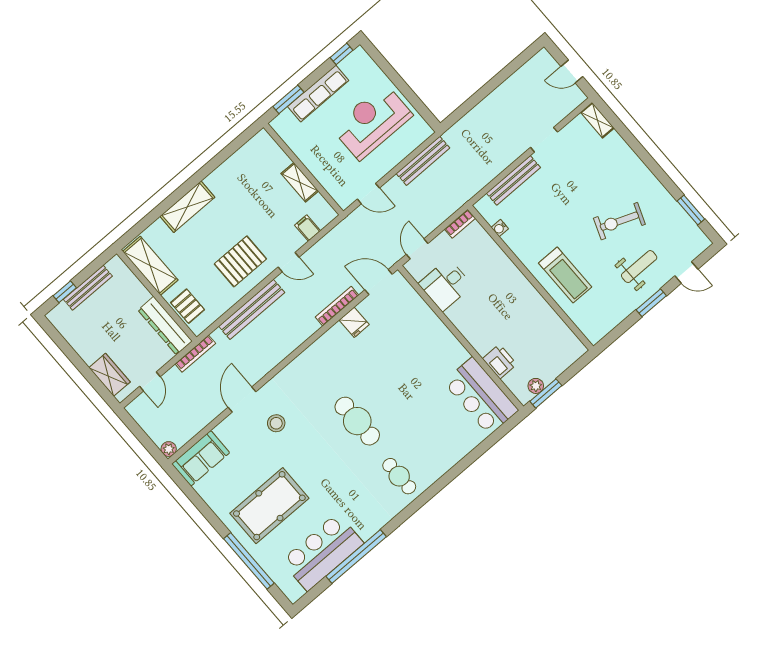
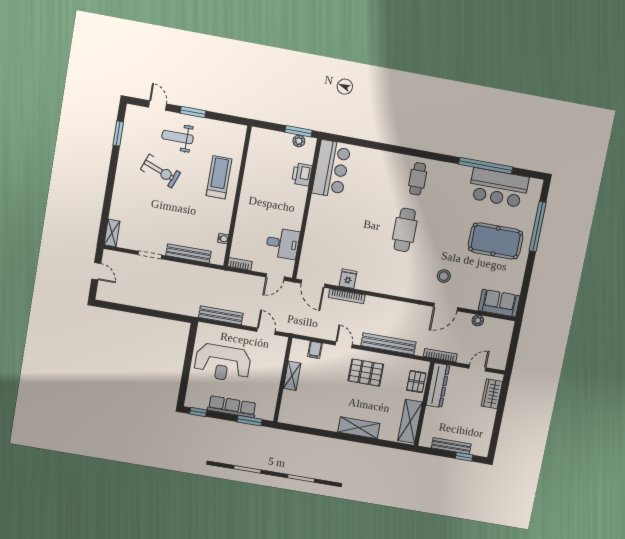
plant: (169, 449) -> (478, 320), moved

